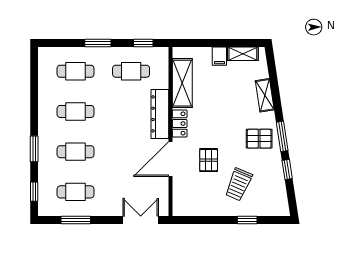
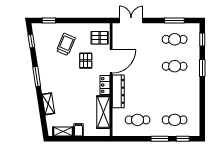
window: (143, 43) -> (183, 139), moved
cafe table: (76, 111) -> (175, 93), removed
pallet: (259, 139) -> (100, 38), moved
window: (287, 169) -> (31, 41), moved
double door: (141, 220) -> (131, 21), swing flipped
window: (247, 220) -> (49, 21), moved

